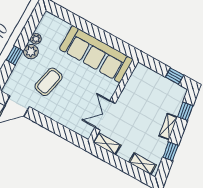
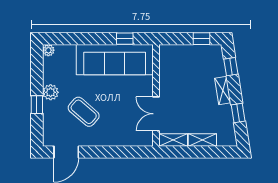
plant: (36, 39) -> (48, 50), moved
window: (114, 42) -> (125, 39), added
coffee table: (49, 82) -> (84, 112), turned -62
shelving: (142, 164) -> (202, 140), moved

